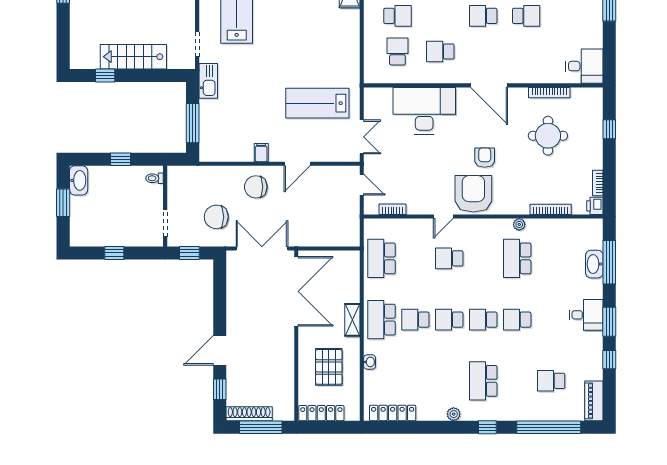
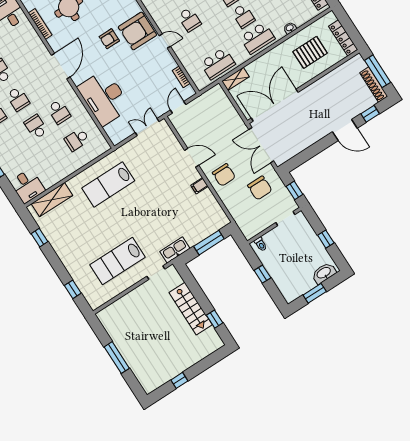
school desk: (397, 16) -> (36, 127), moved
lab bench: (317, 103) -> (108, 184), moved, turned 90
washbasin: (79, 180) -> (324, 273), moved
shelving: (352, 320) -> (235, 79), moved

